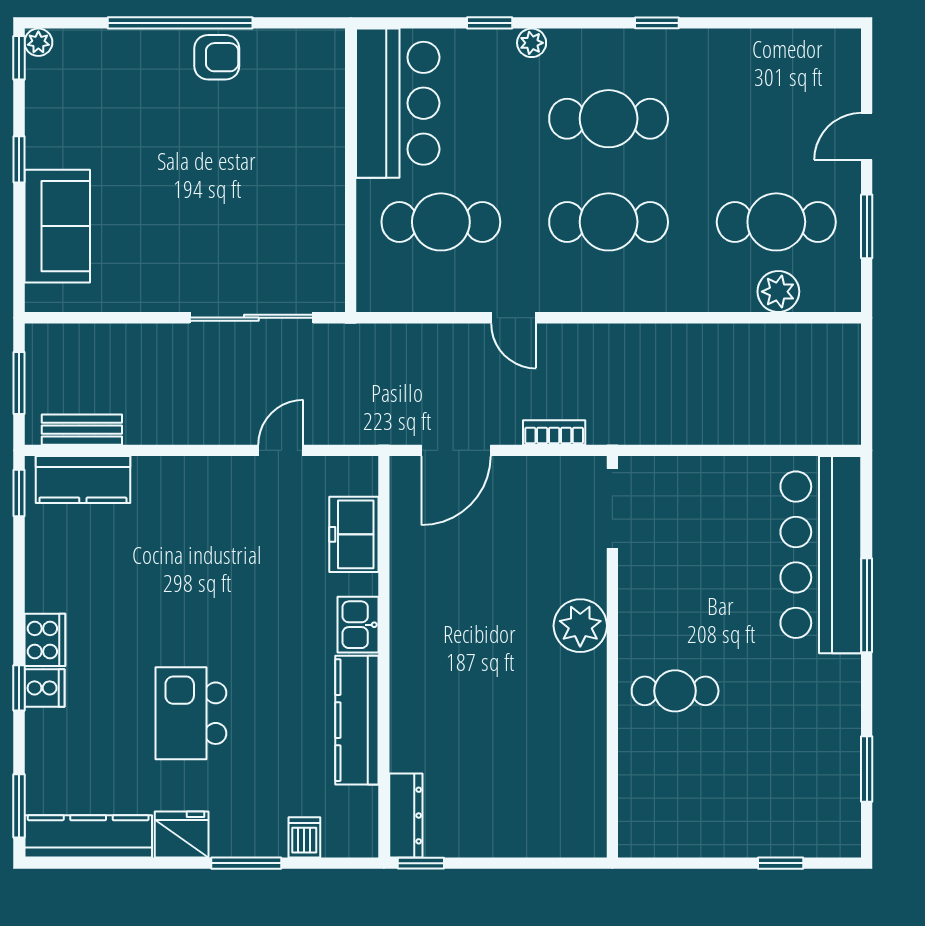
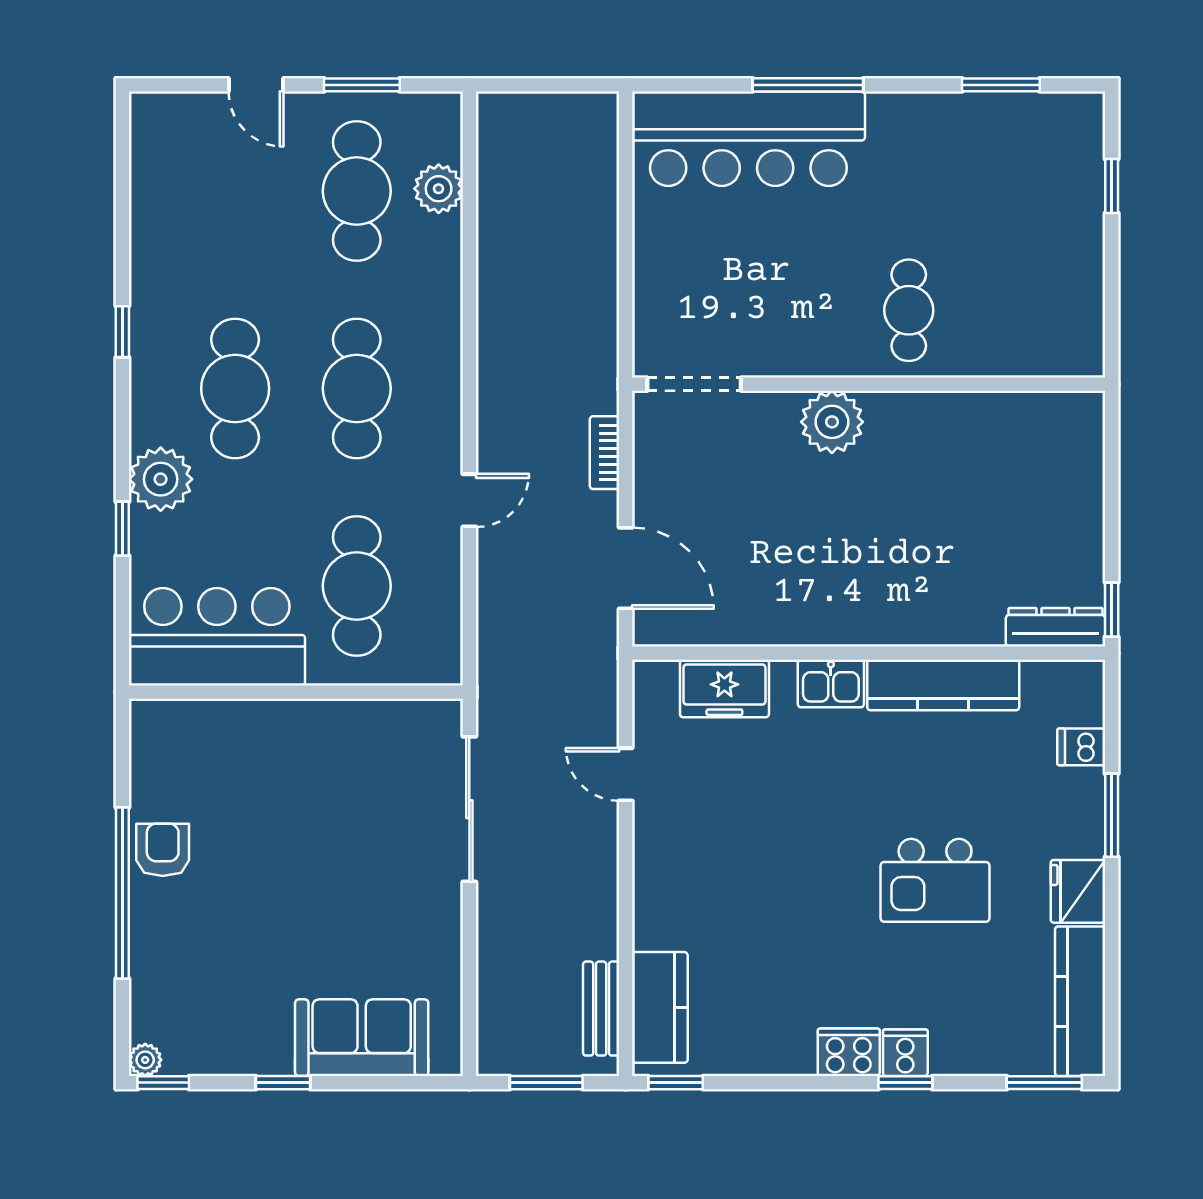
plant: (532, 43) -> (161, 479), width x1.87, depth x1.87

